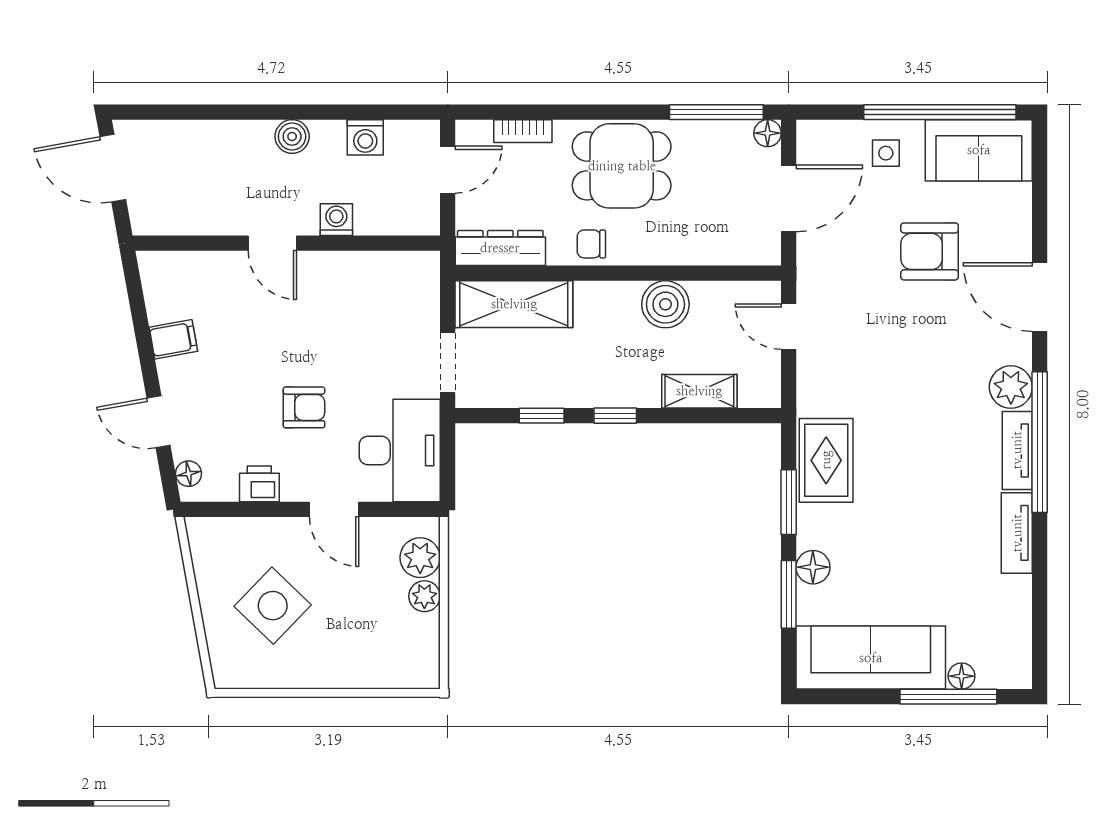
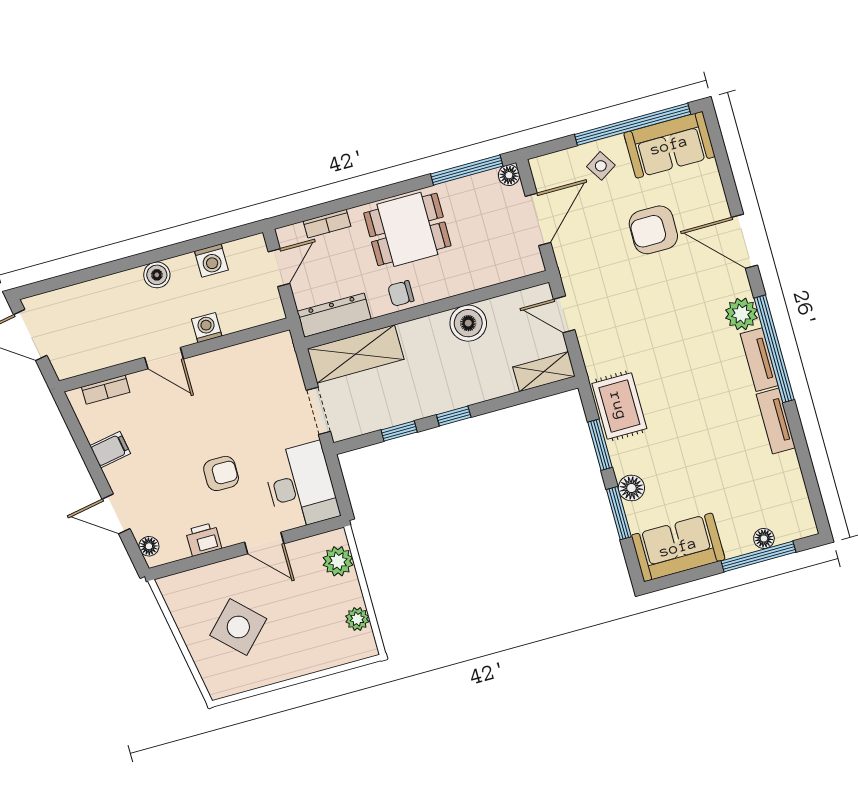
side table: (886, 153) -> (601, 166), turned -33
bookcase: (188, 262) -> (106, 390), added
shelving: (699, 391) -> (544, 372), moved
plant: (424, 596) -> (357, 619), moved
sofa: (871, 658) -> (678, 547), width x0.73

